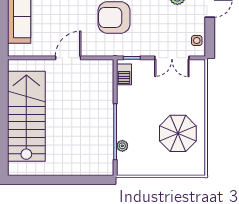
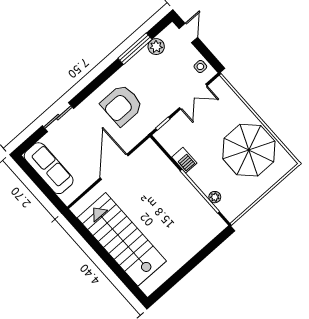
door: (68, 58) -> (114, 167), width x1.36
barbecue: (124, 74) -> (184, 160), moved
parasol: (178, 133) -> (249, 150), width x1.36, depth x1.36

